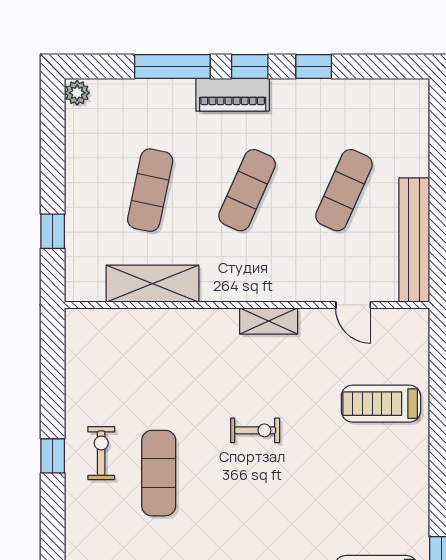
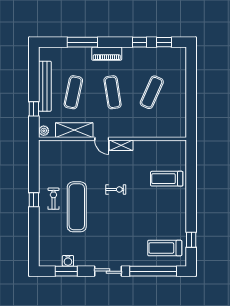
window: (250, 66) -> (164, 42), moved
plant: (77, 93) -> (44, 131), moved
exercise mat: (247, 190) -> (113, 92), turned -33
bench: (414, 240) -> (45, 86), moved
door: (353, 305) -> (102, 139), moved
exercise mat: (159, 473) -> (77, 207), width x1.36, depth x1.45

